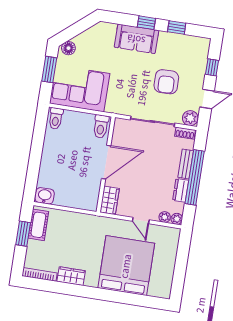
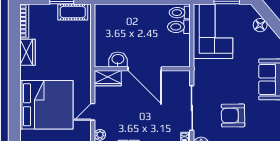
floor lamp: (68, 48) -> (260, 25), moved
toilet: (101, 126) -> (179, 27), moved
washbasin: (45, 196) -> (118, 60), moved, turned -90

